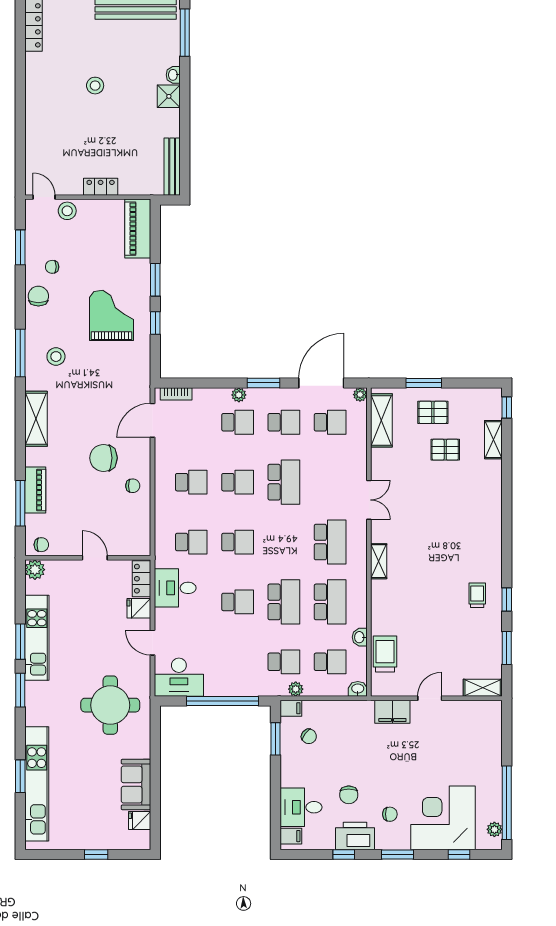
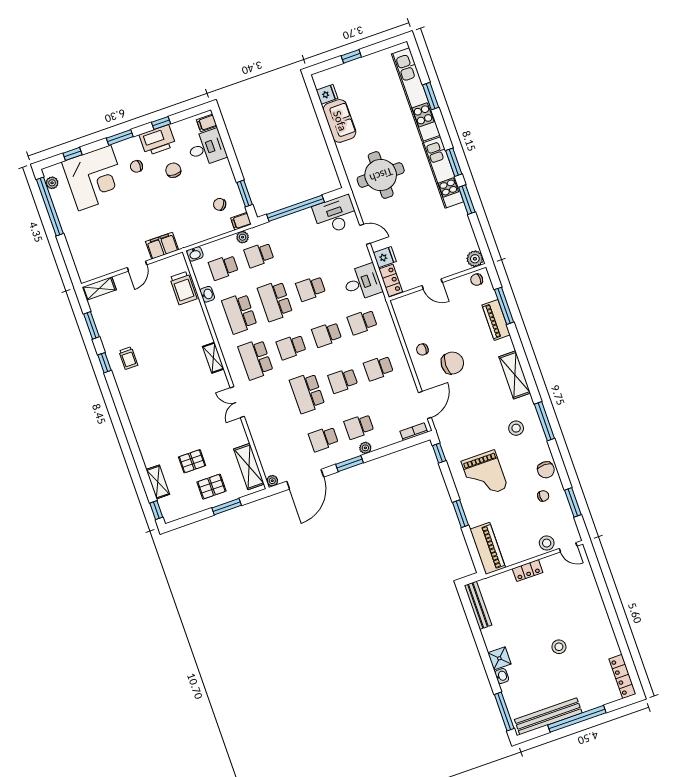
window: (155, 323) -> (439, 453), moved
school desk: (330, 422) -> (291, 347), moved
kitchen unit: (37, 638) -> (443, 172), moved

